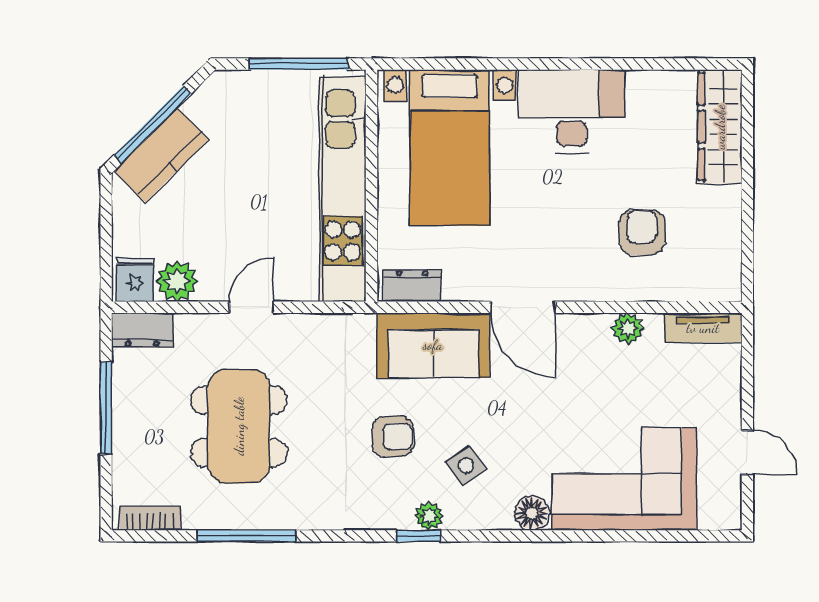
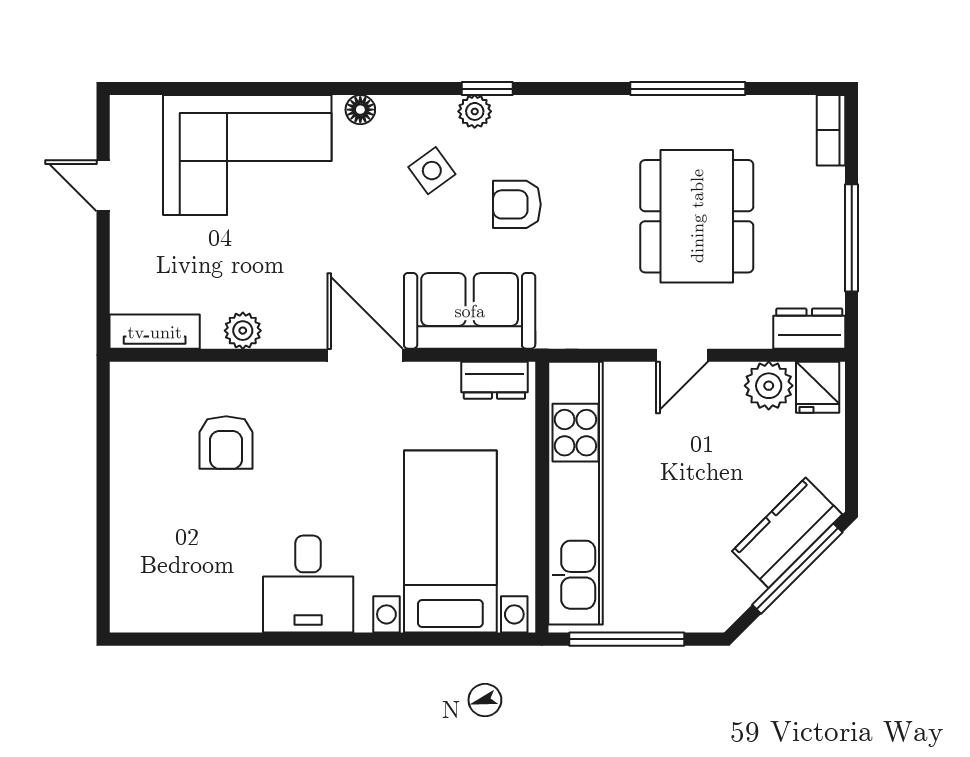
desk: (572, 111) -> (308, 584), width x0.73
wardrobe: (720, 127) -> (135, 566), removed
floor lamp: (532, 513) -> (360, 110), width x0.73, depth x0.73
bookcase: (150, 518) -> (831, 130), moved, turned 90

